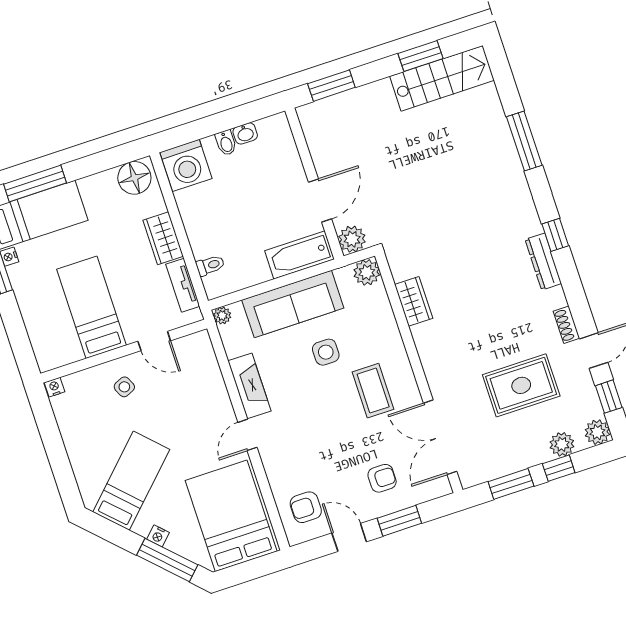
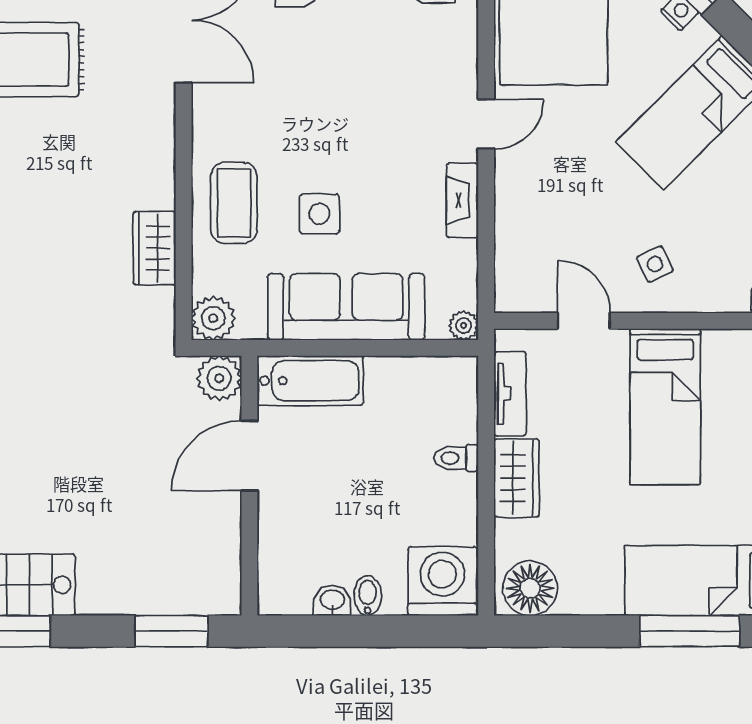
toilet: (210, 265) -> (456, 458), moved
fireplace: (249, 386) -> (462, 200), width x0.73, depth x0.76
coffee table: (373, 391) -> (234, 203), moved

